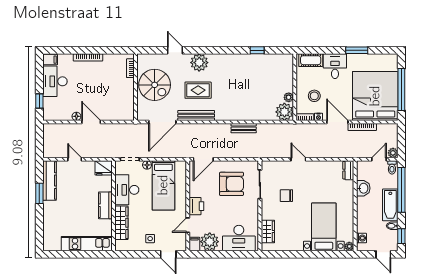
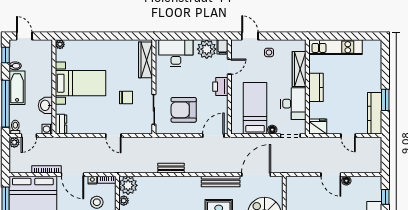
bed with nightstands: (324, 227) -> (80, 83), moved, turned -90
wardrobe: (268, 231) -> (145, 60), width x1.50
washing machine: (361, 238) -> (47, 129), moved

